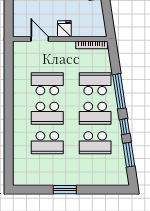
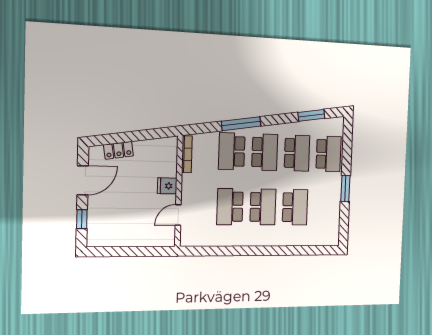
window: (125, 127) -> (281, 119), removed
school desk: (95, 172) -> (329, 154), added

